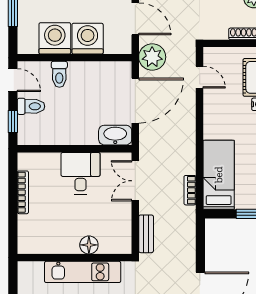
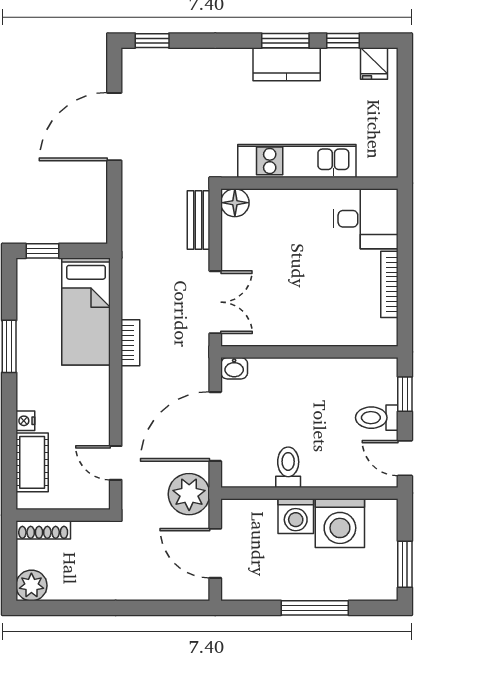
washing machine: (88, 39) -> (296, 516), width x0.73, depth x0.73
toilet: (59, 74) -> (288, 467), moved
washbasin: (115, 135) -> (234, 368), width x0.52, depth x0.69
desk: (80, 173) -> (365, 219), moved, turned -90
bookcase: (190, 190) -> (130, 343), moved
floor lamp: (89, 245) -> (235, 203), moved

